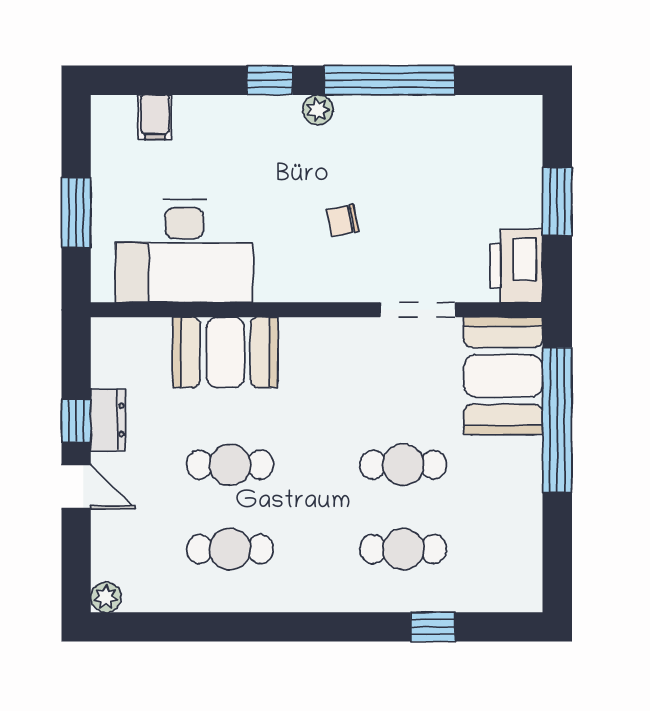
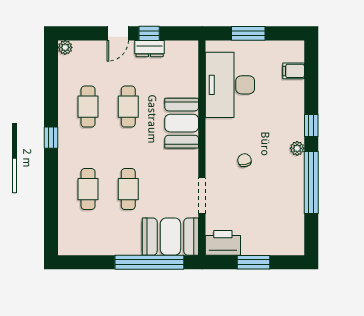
booth: (225, 352) -> (182, 123), moved
window: (433, 627) -> (51, 138), moved

